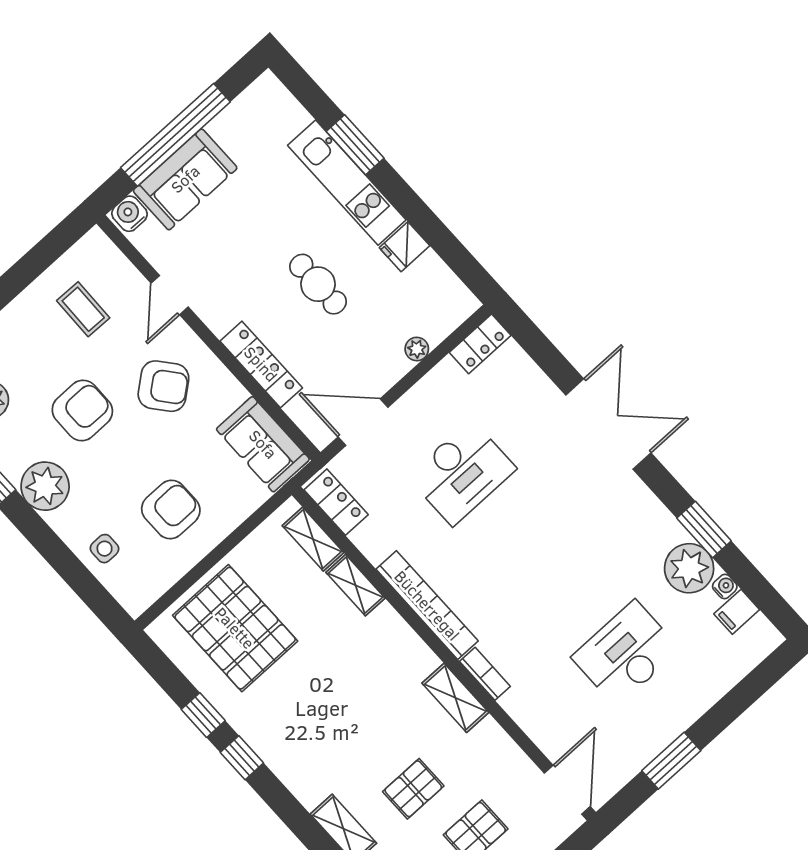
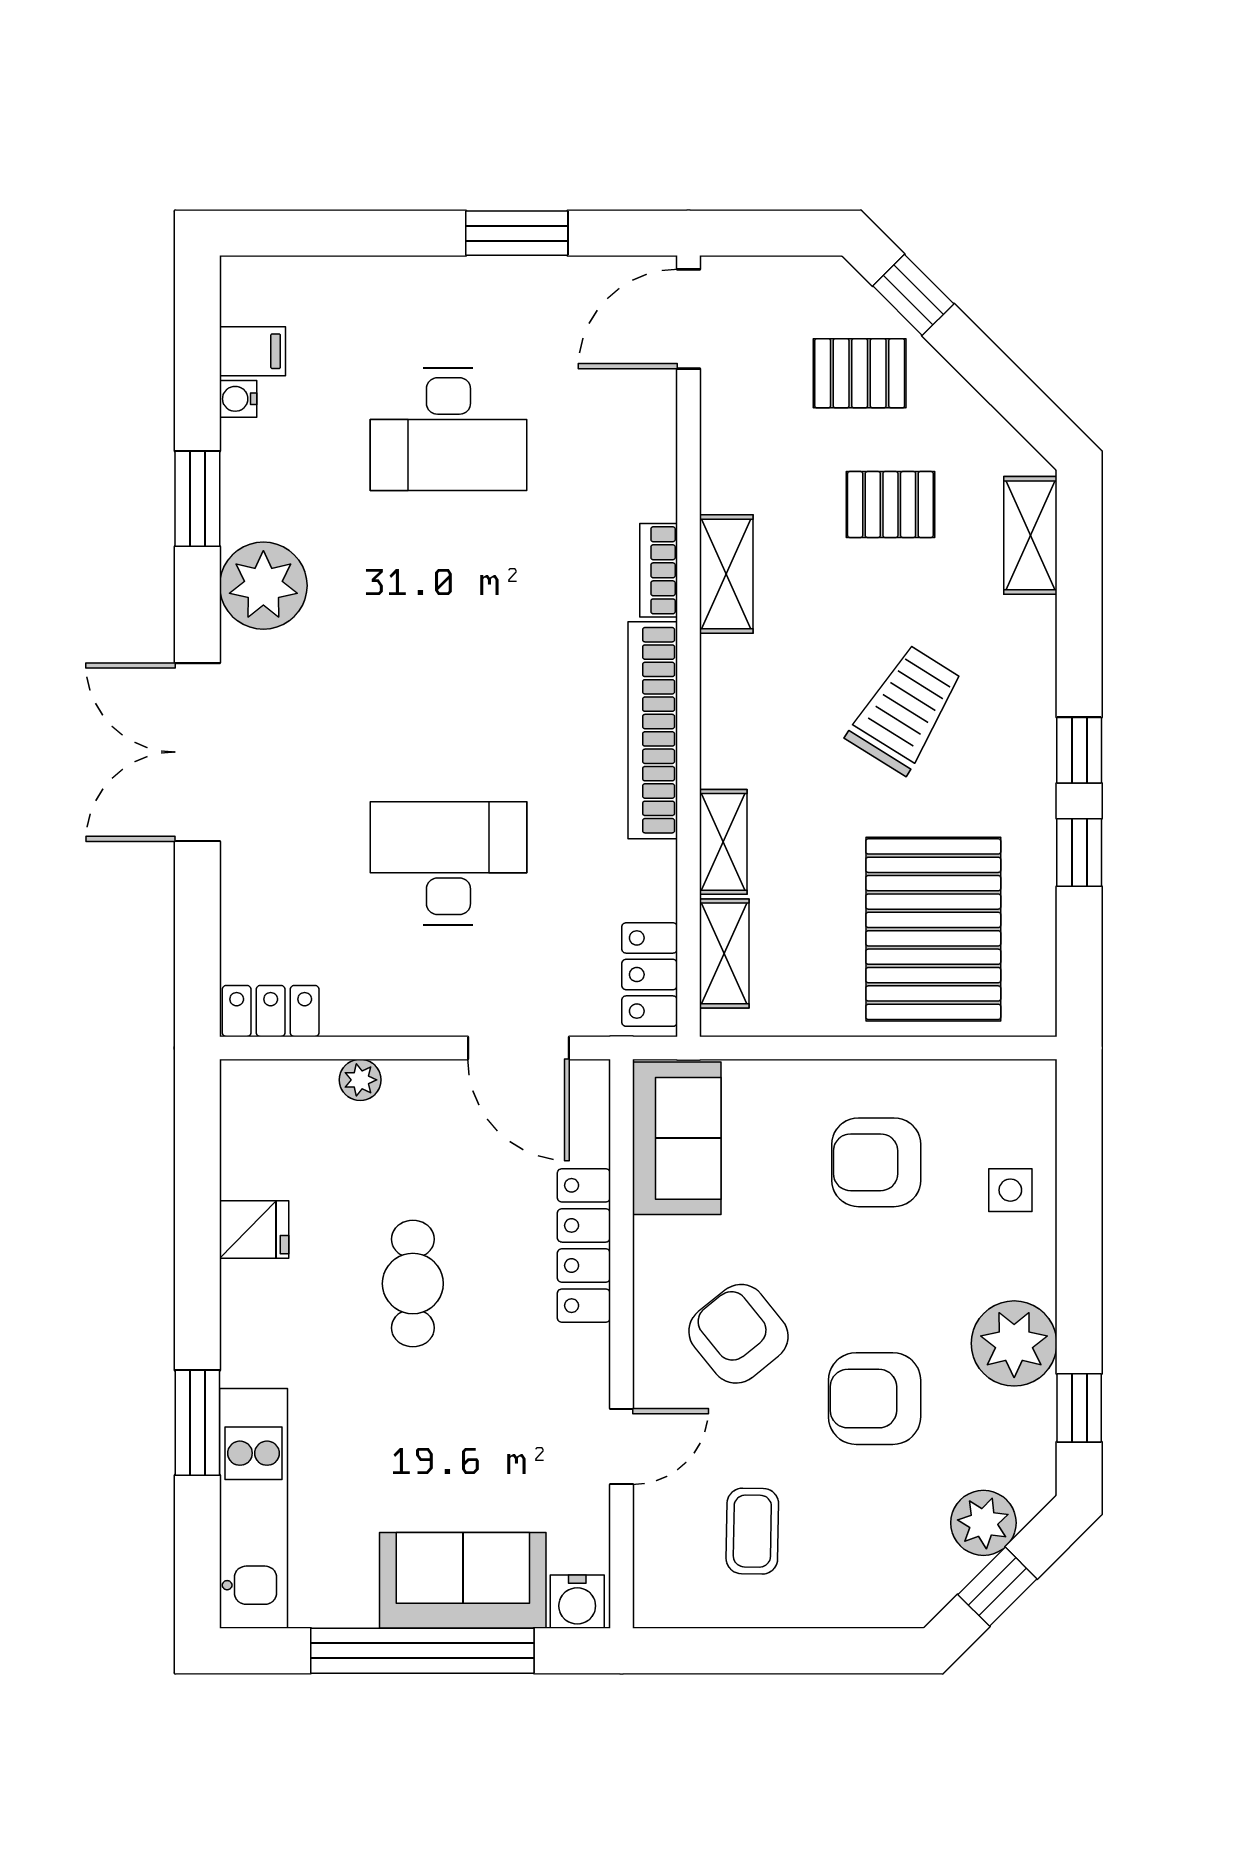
kitchen unit: (347, 183) -> (253, 1508), moved
plant: (689, 568) -> (263, 586), moved
trolley: (330, 709) -> (905, 709), added

